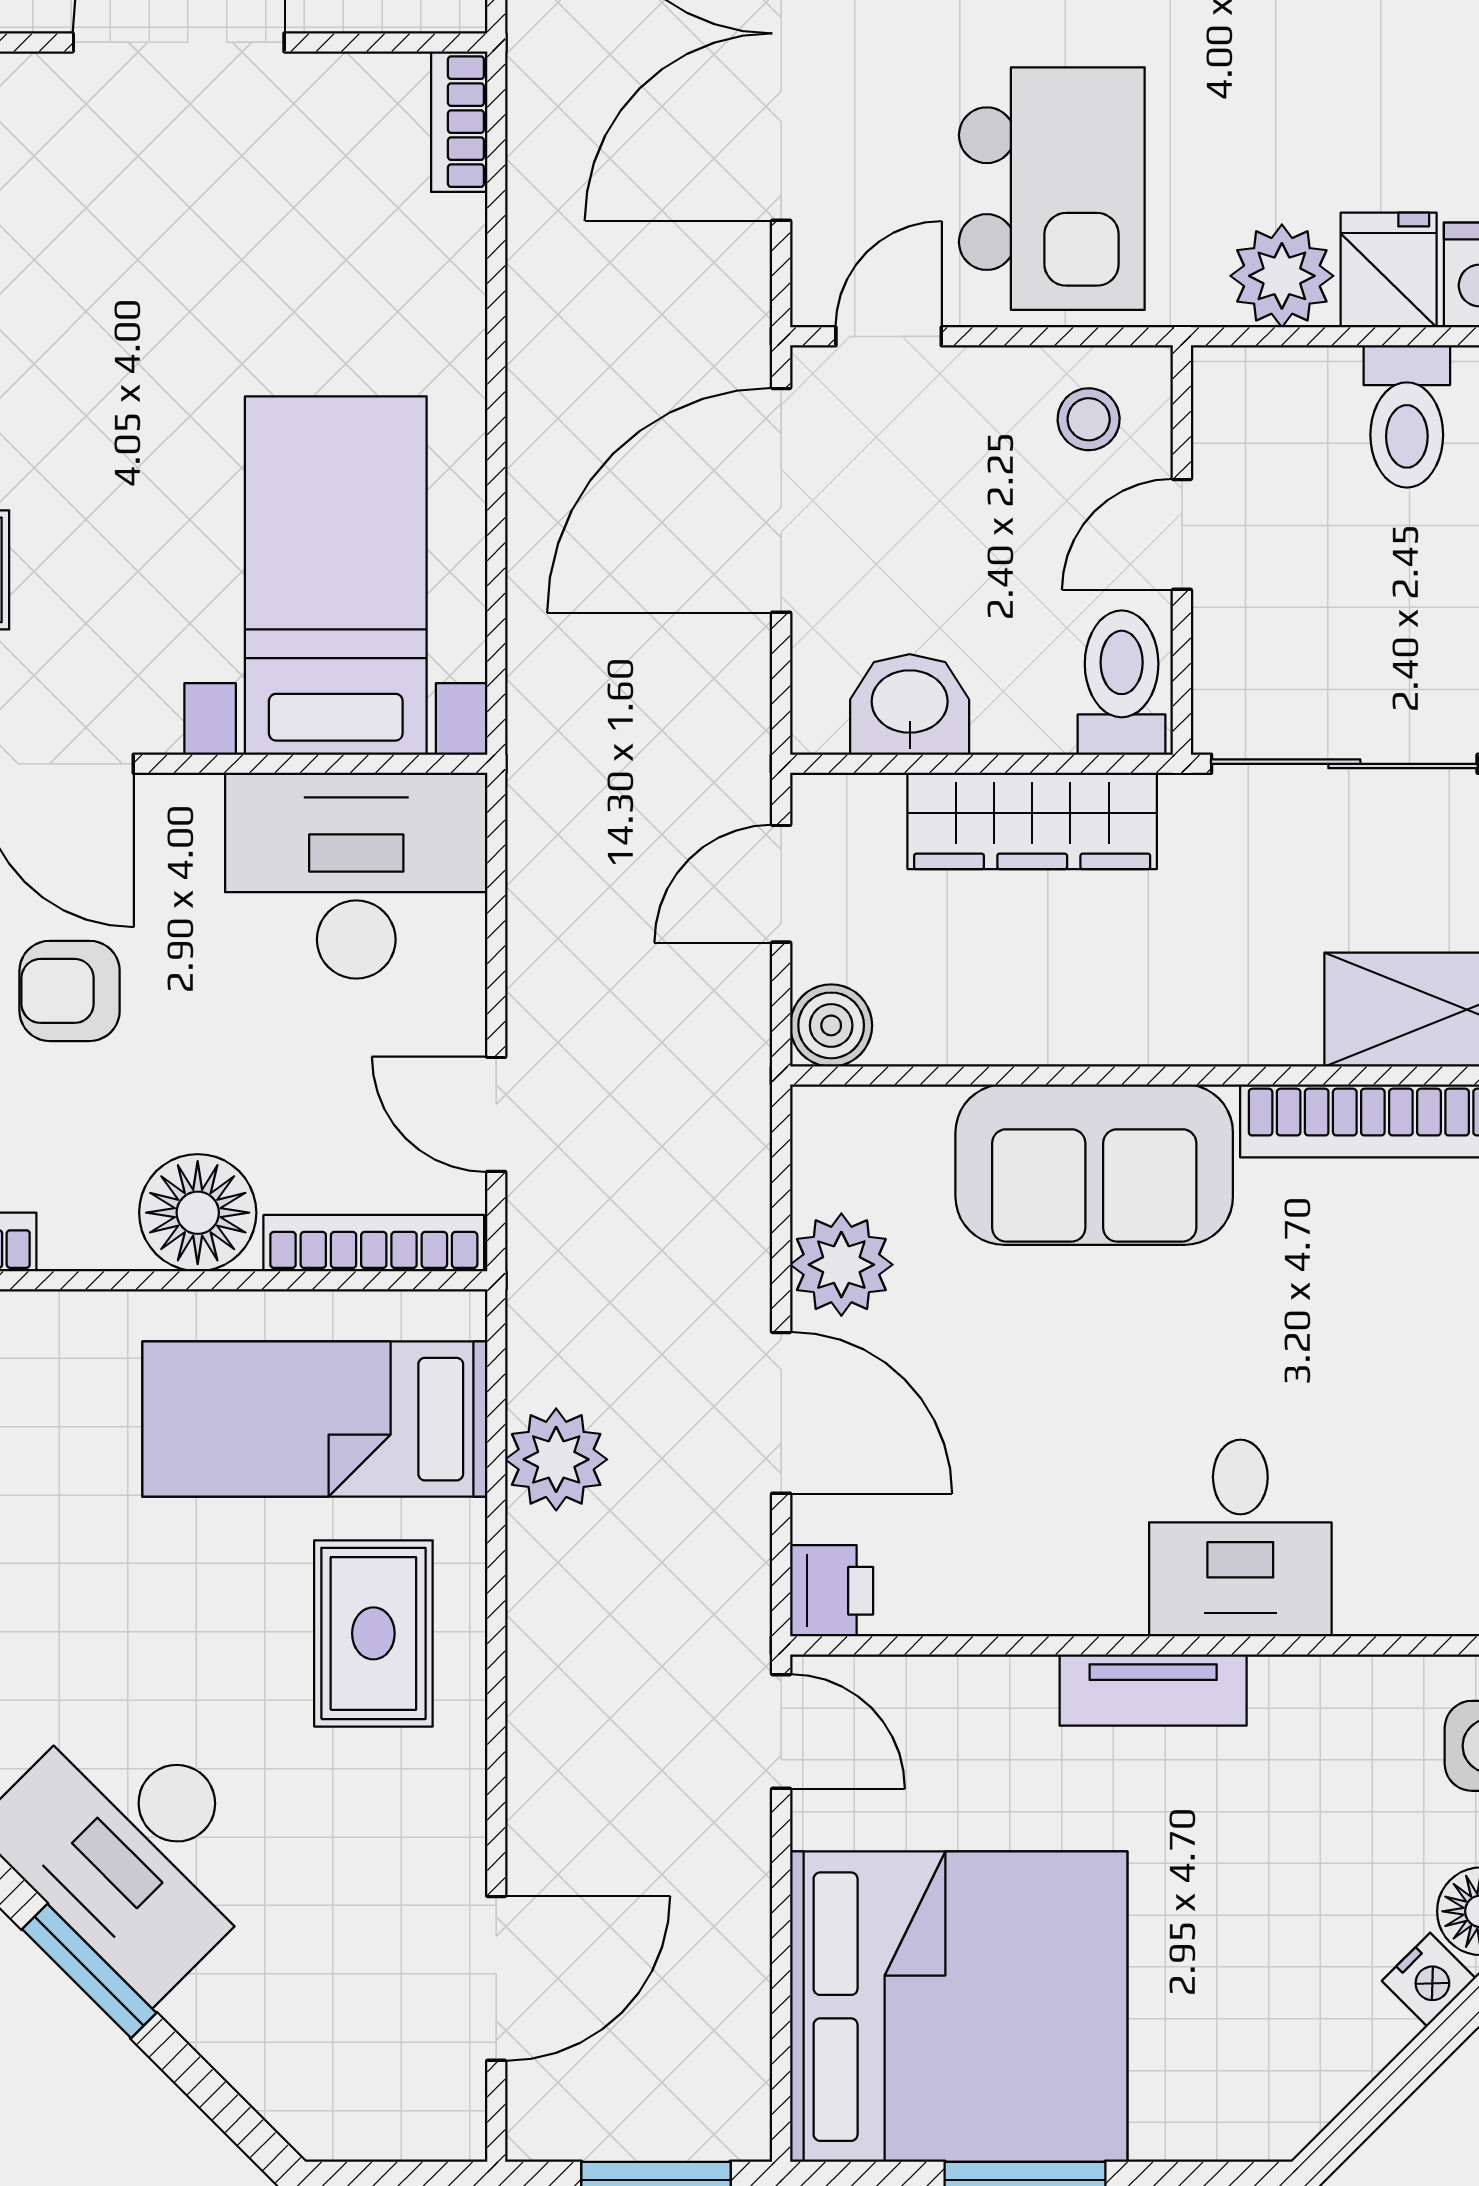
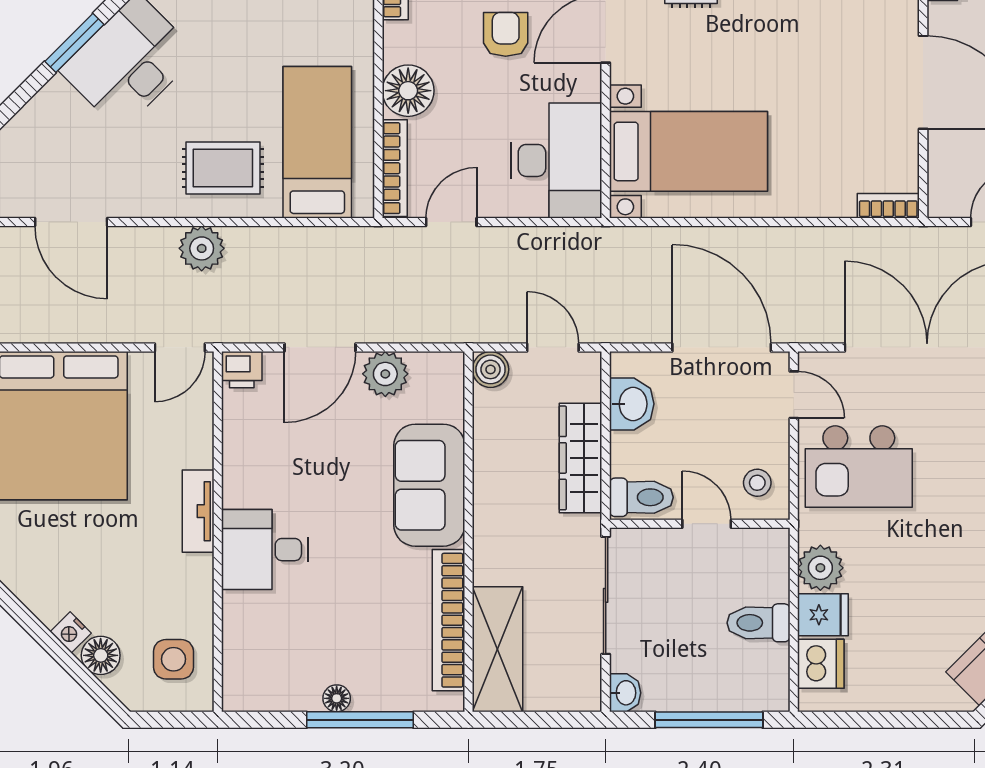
plant: (556, 1459) -> (202, 248), moved

